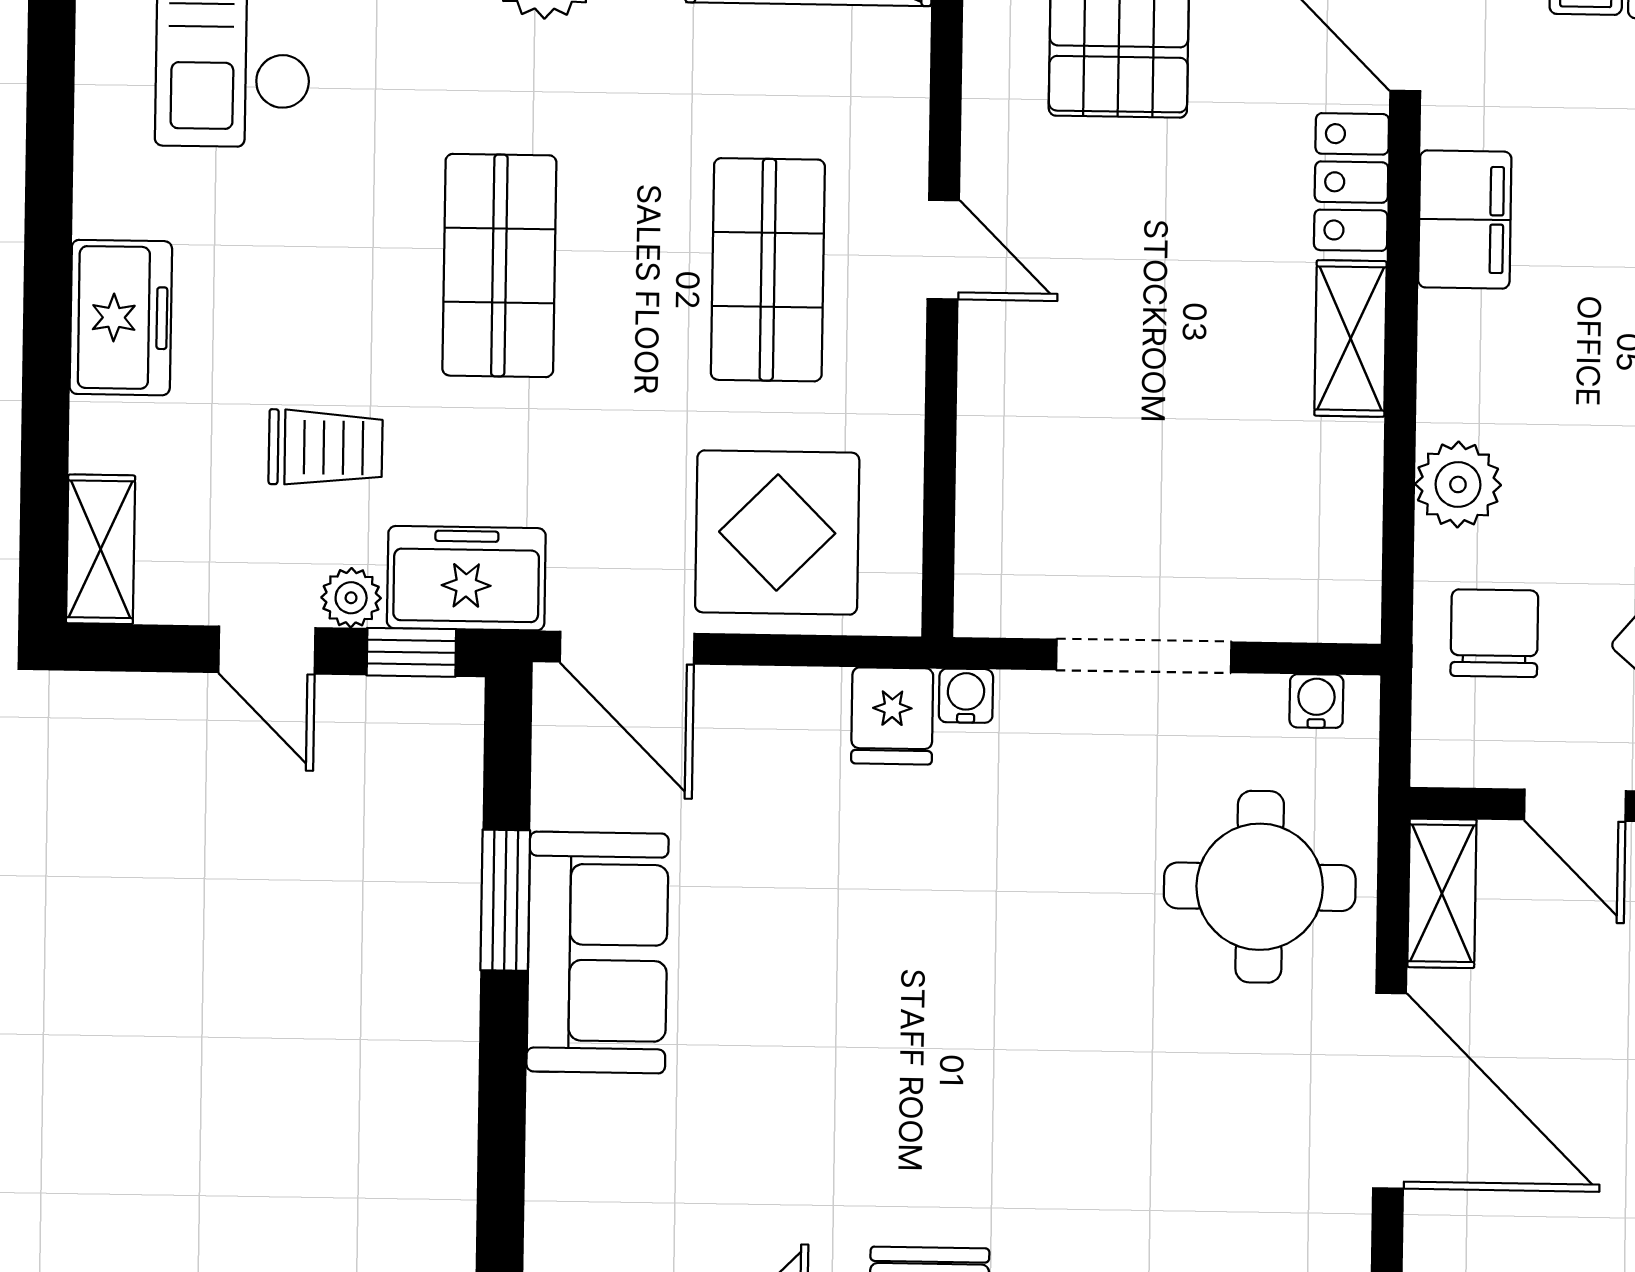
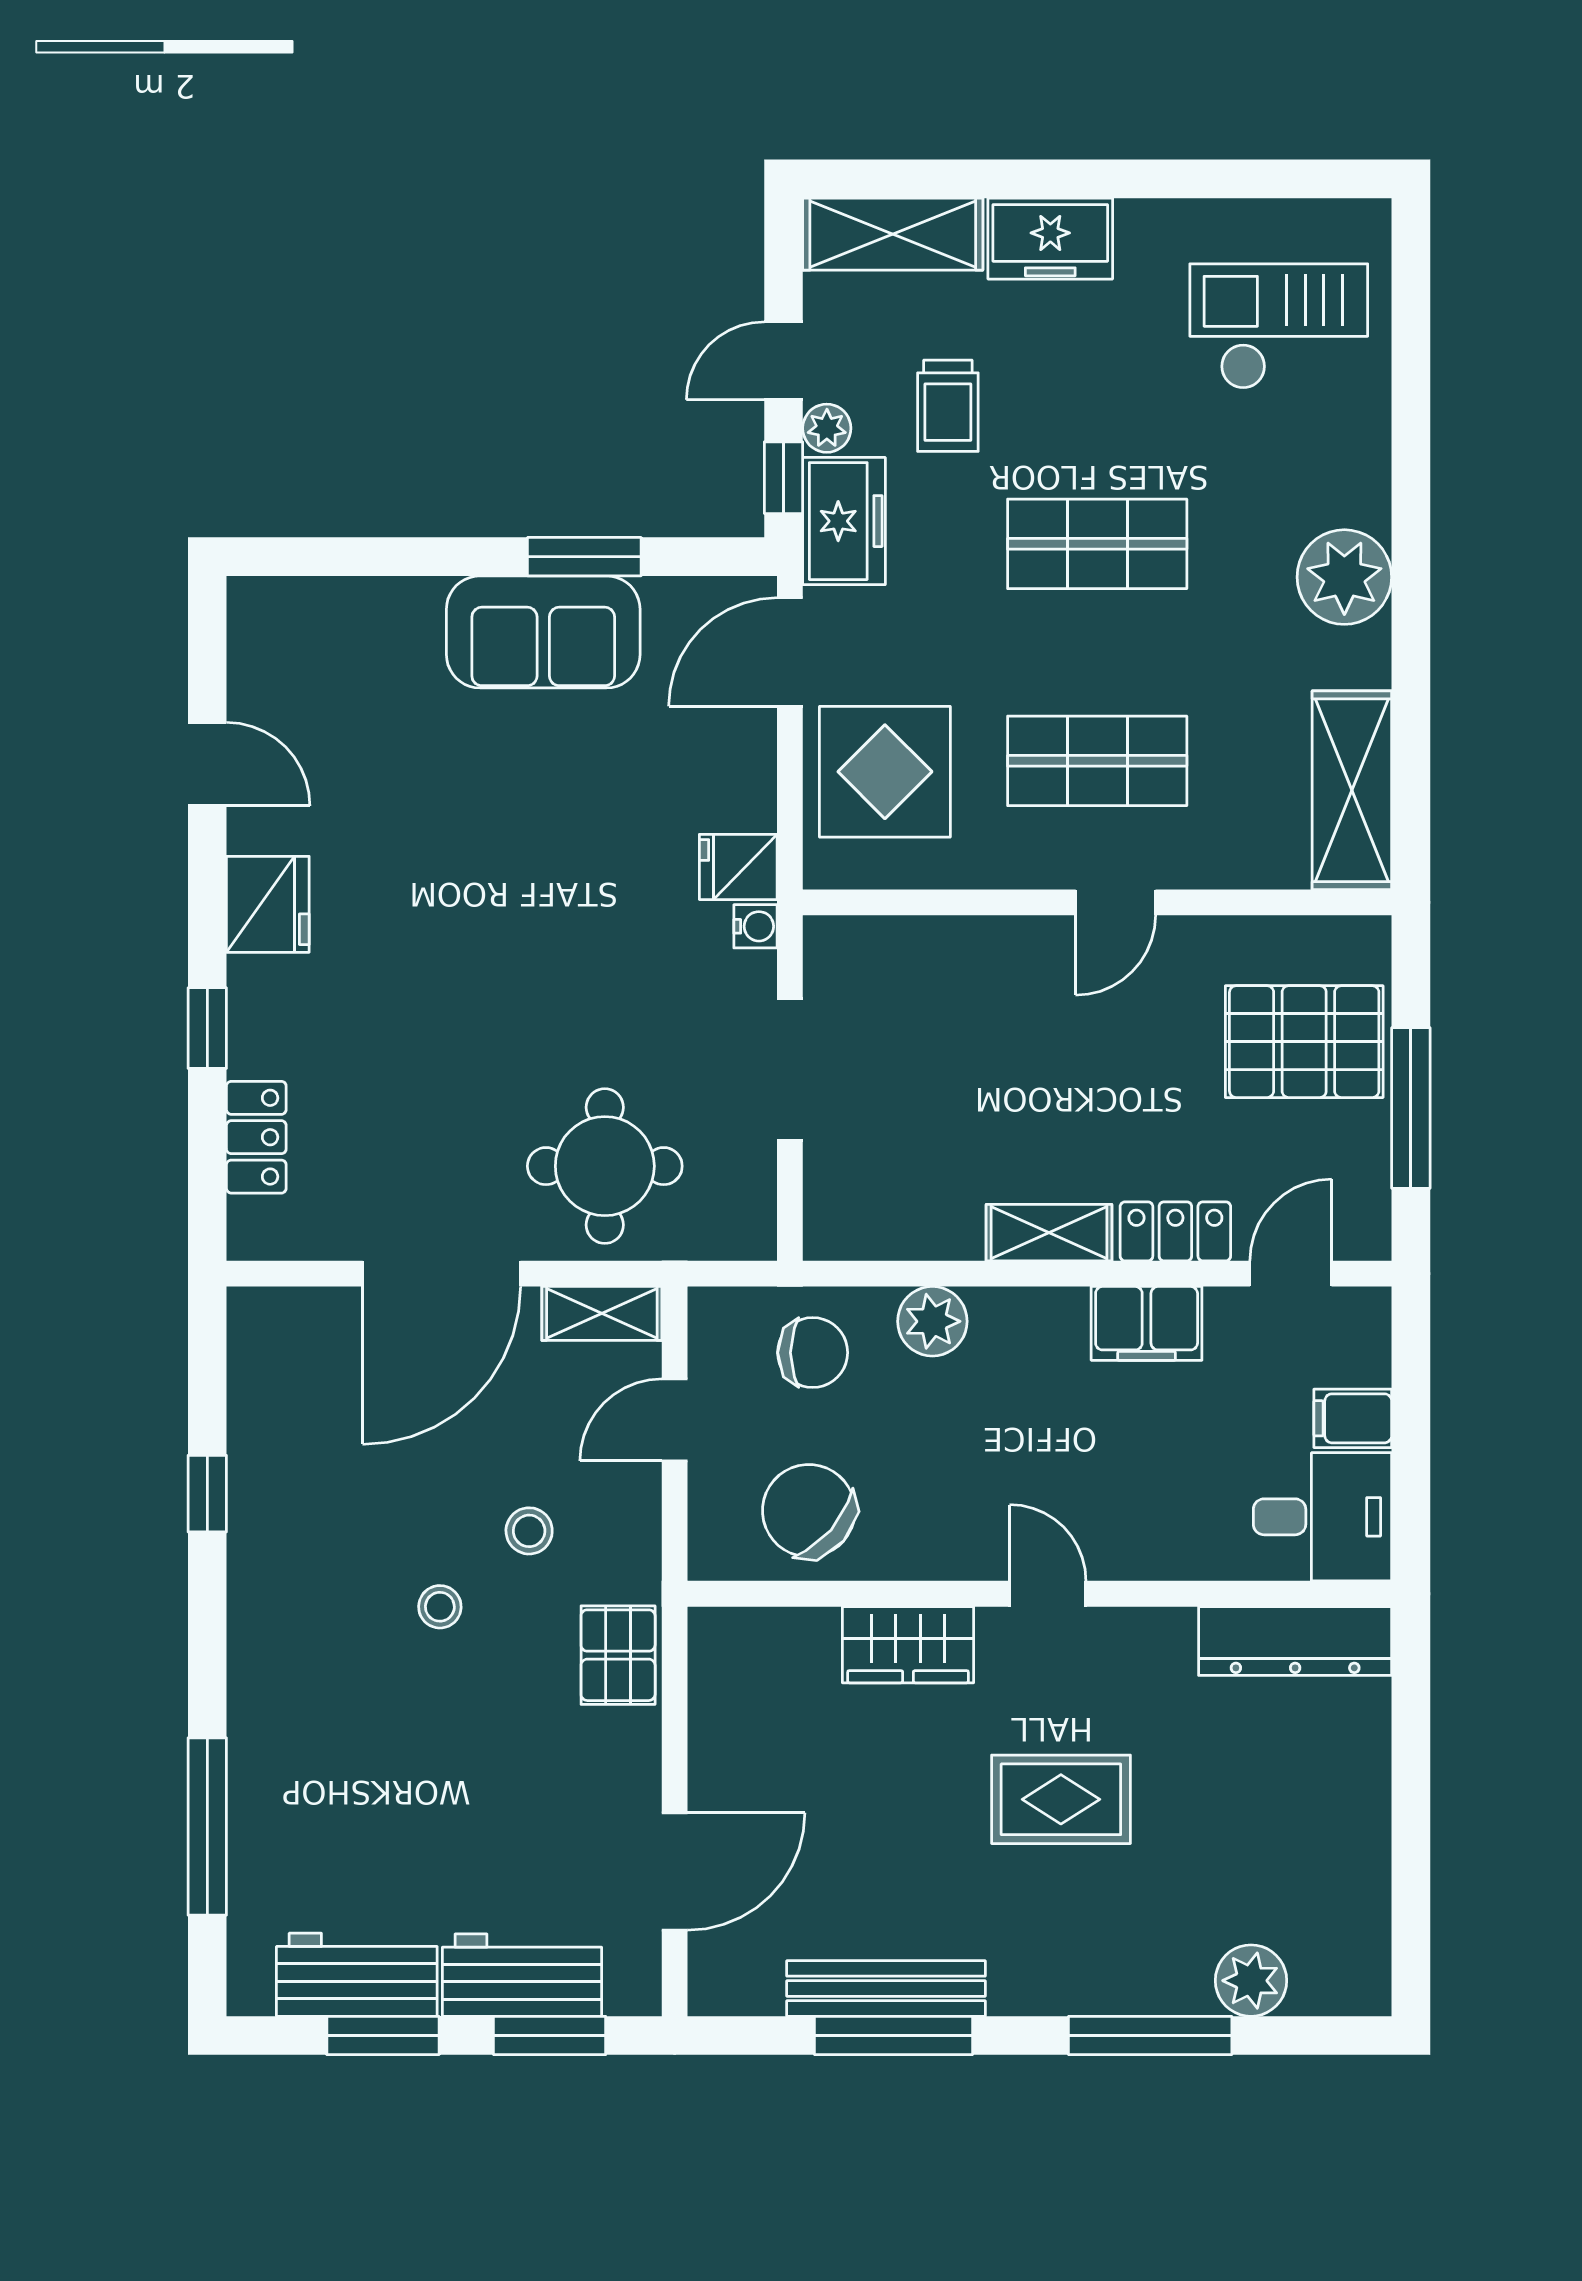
shelving: (101, 549) -> (893, 234), width x1.50, depth x1.33
water cooler: (1316, 701) -> (756, 1210), removed

